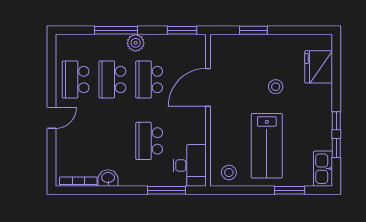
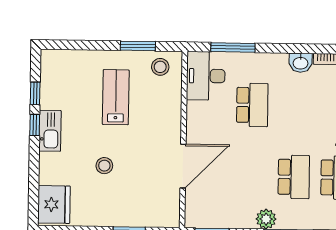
fridge: (319, 67) -> (54, 204), moved
school desk: (149, 80) -> (251, 176), removed
lab bench: (267, 146) -> (116, 97), width x0.73, depth x0.72
kitchen sink: (323, 169) -> (50, 131), moved
window: (290, 190) -> (138, 46), moved

